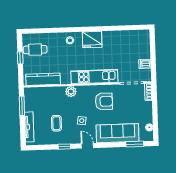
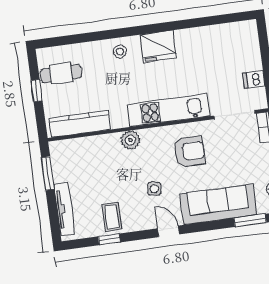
coffee table: (56, 123) -> (112, 217), moved
window: (64, 147) -> (109, 239), moved

